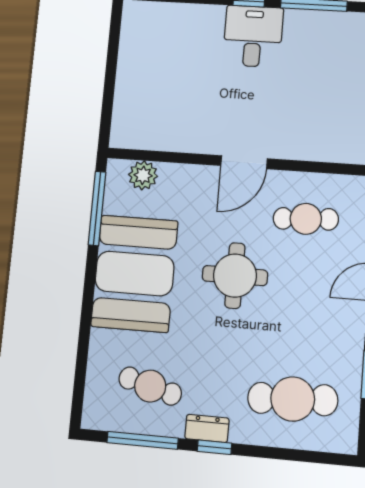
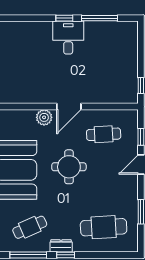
plant: (143, 175) -> (44, 117), moved
cafe table: (150, 386) -> (30, 227), turned -39

